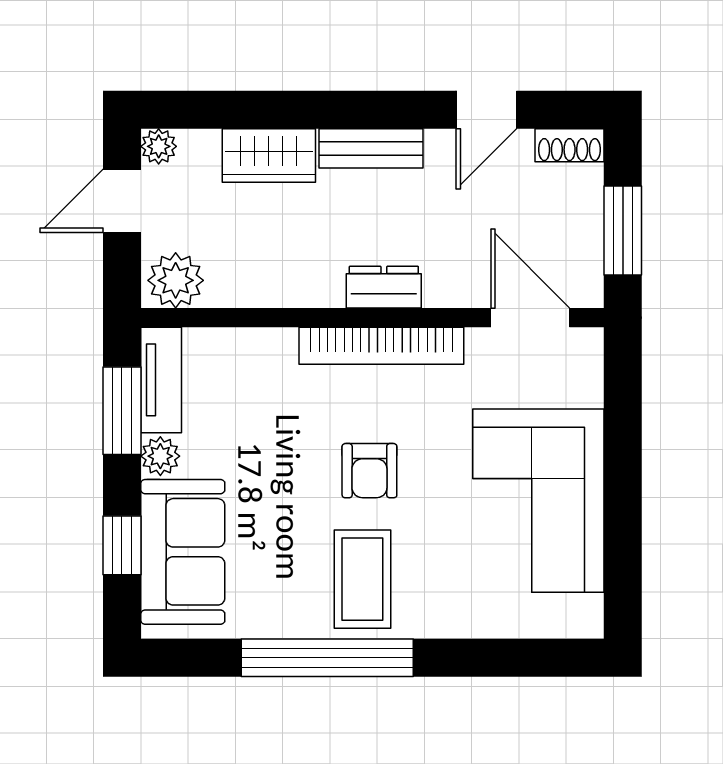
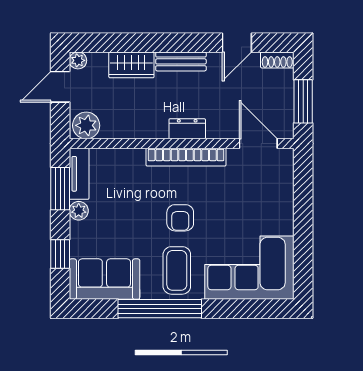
corner sofa: (538, 501) -> (249, 268), moved, turned 90
sofa: (183, 552) -> (104, 279), moved, turned -90

